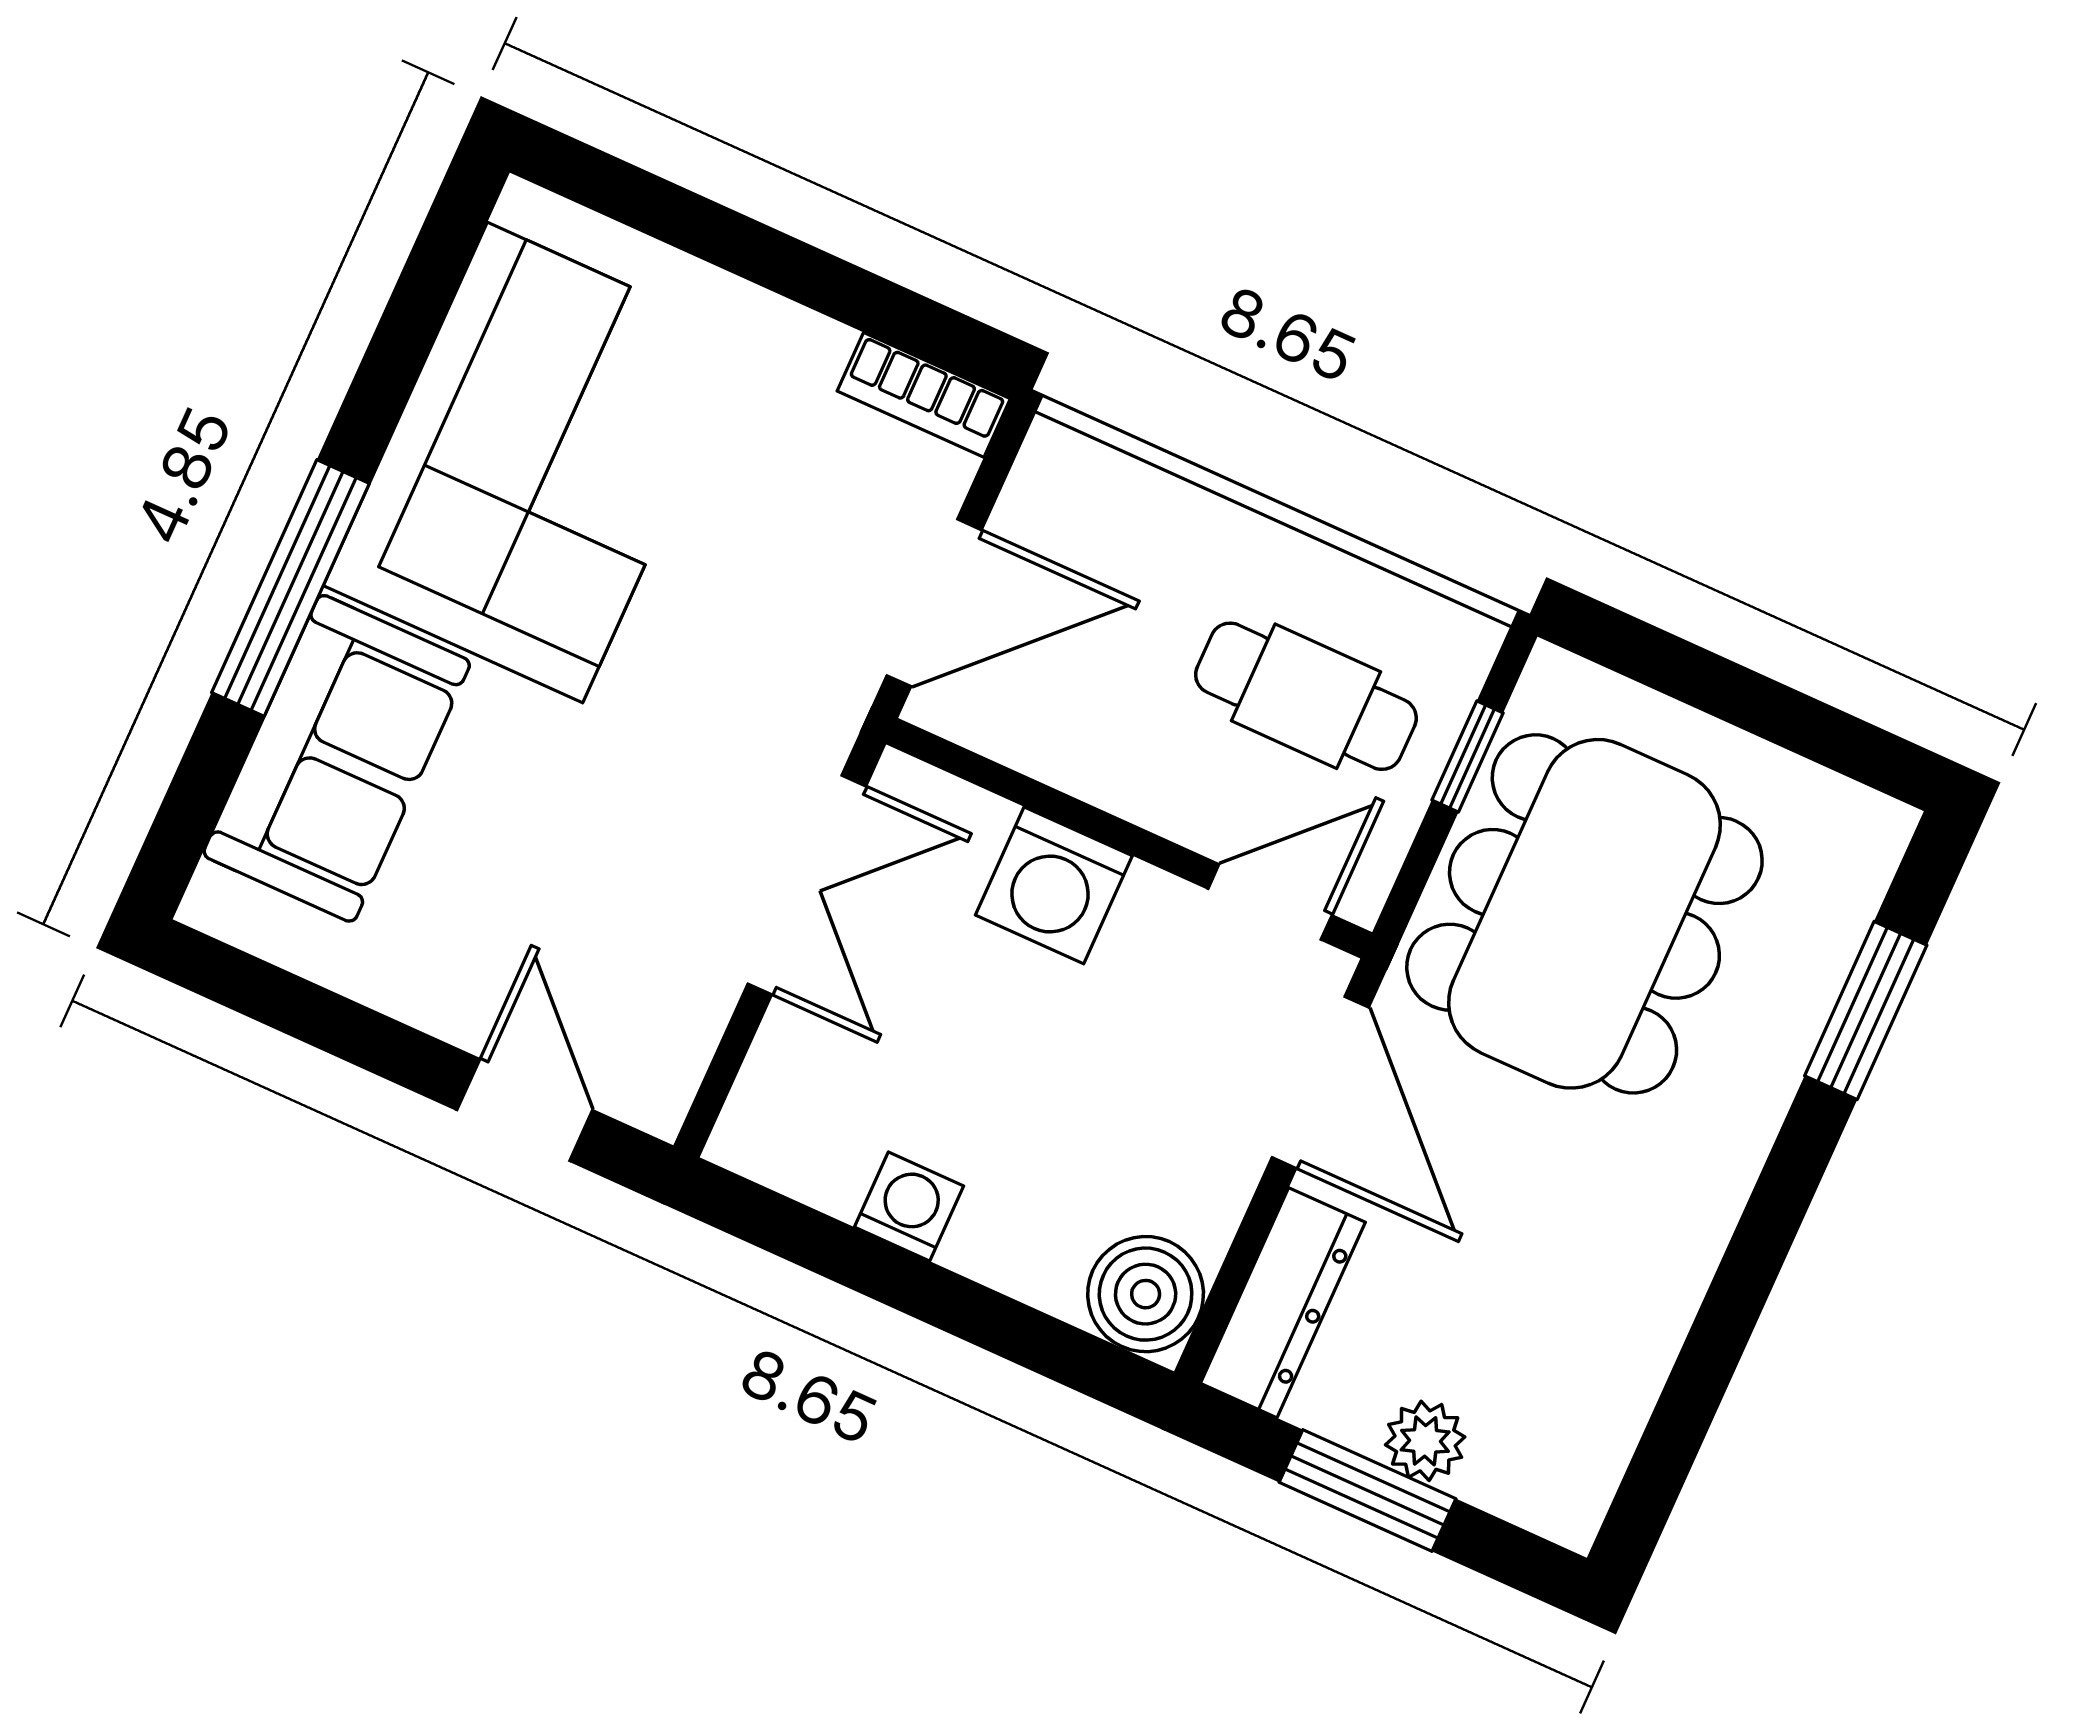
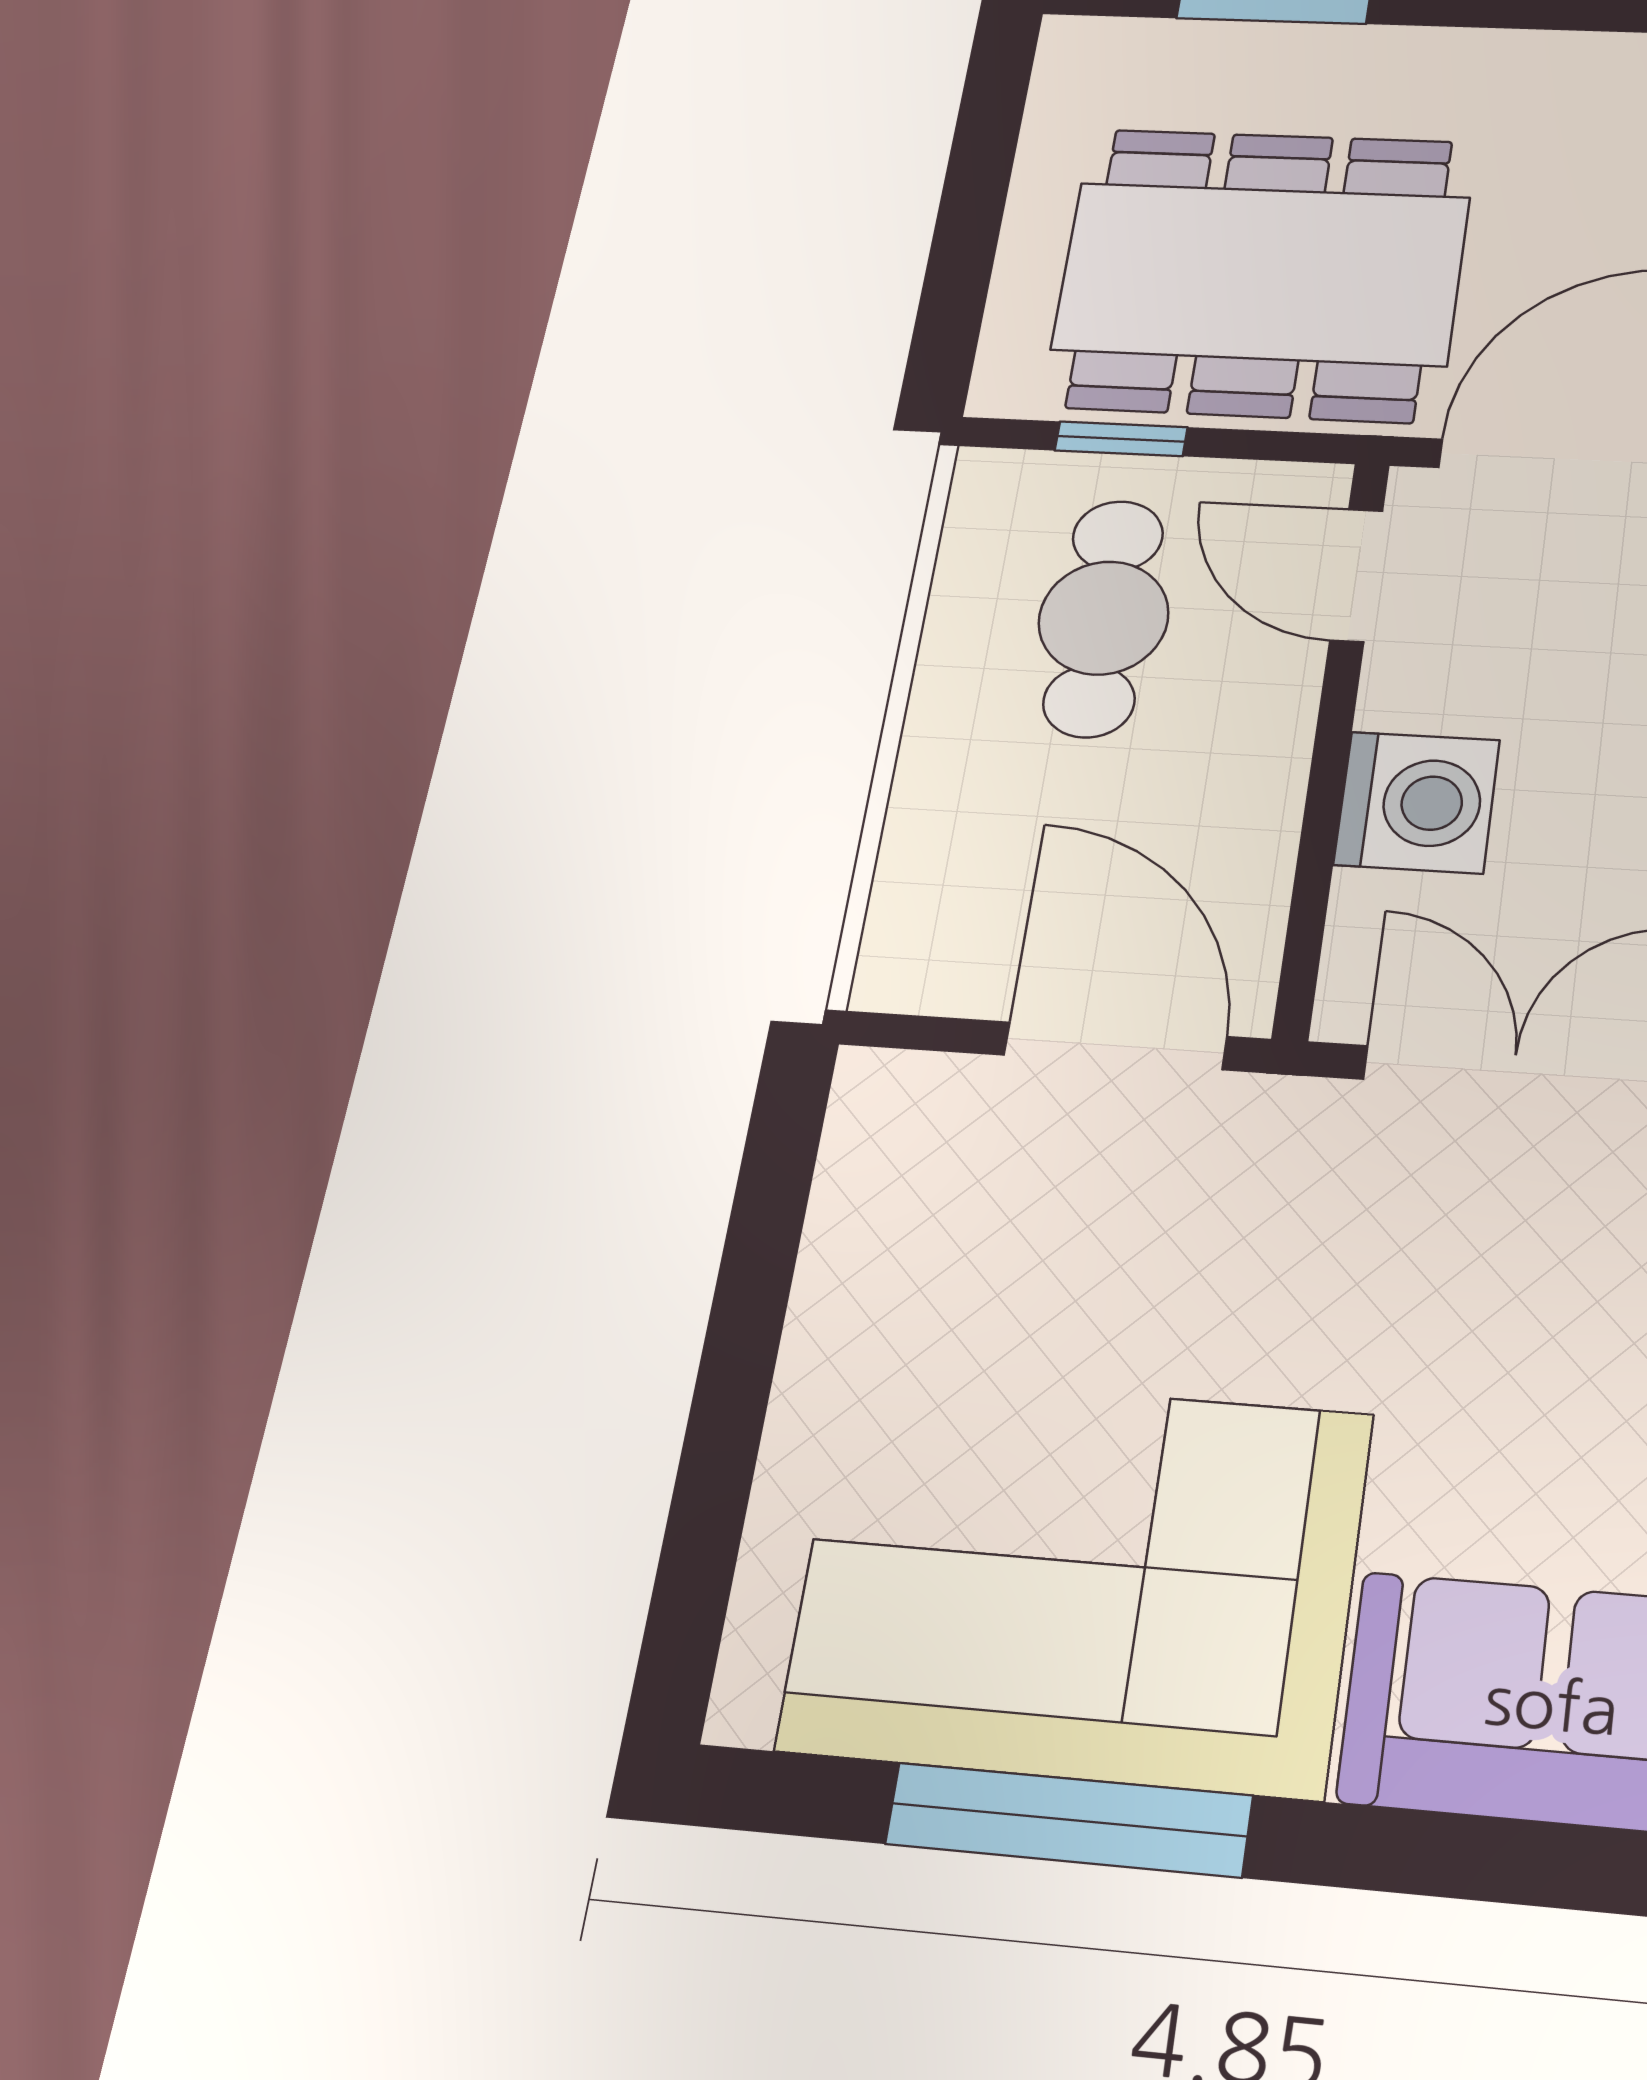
bookcase: (924, 395) -> (860, 1143), removed
window: (291, 588) -> (1069, 1820), moved

